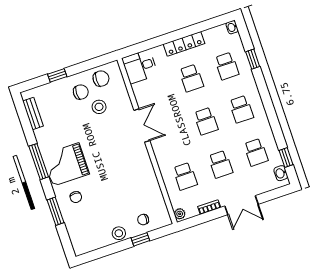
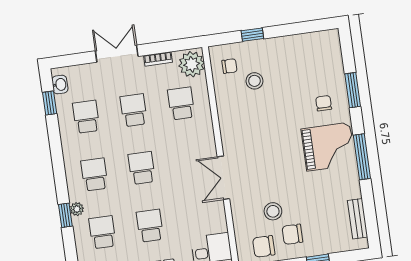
window: (253, 59) -> (65, 215), moved
plant: (250, 80) -> (77, 209), added
plant: (180, 214) -> (192, 64), width x1.88, depth x1.88
chair: (143, 220) -> (230, 66), moved
stool: (119, 233) -> (254, 81), moved

